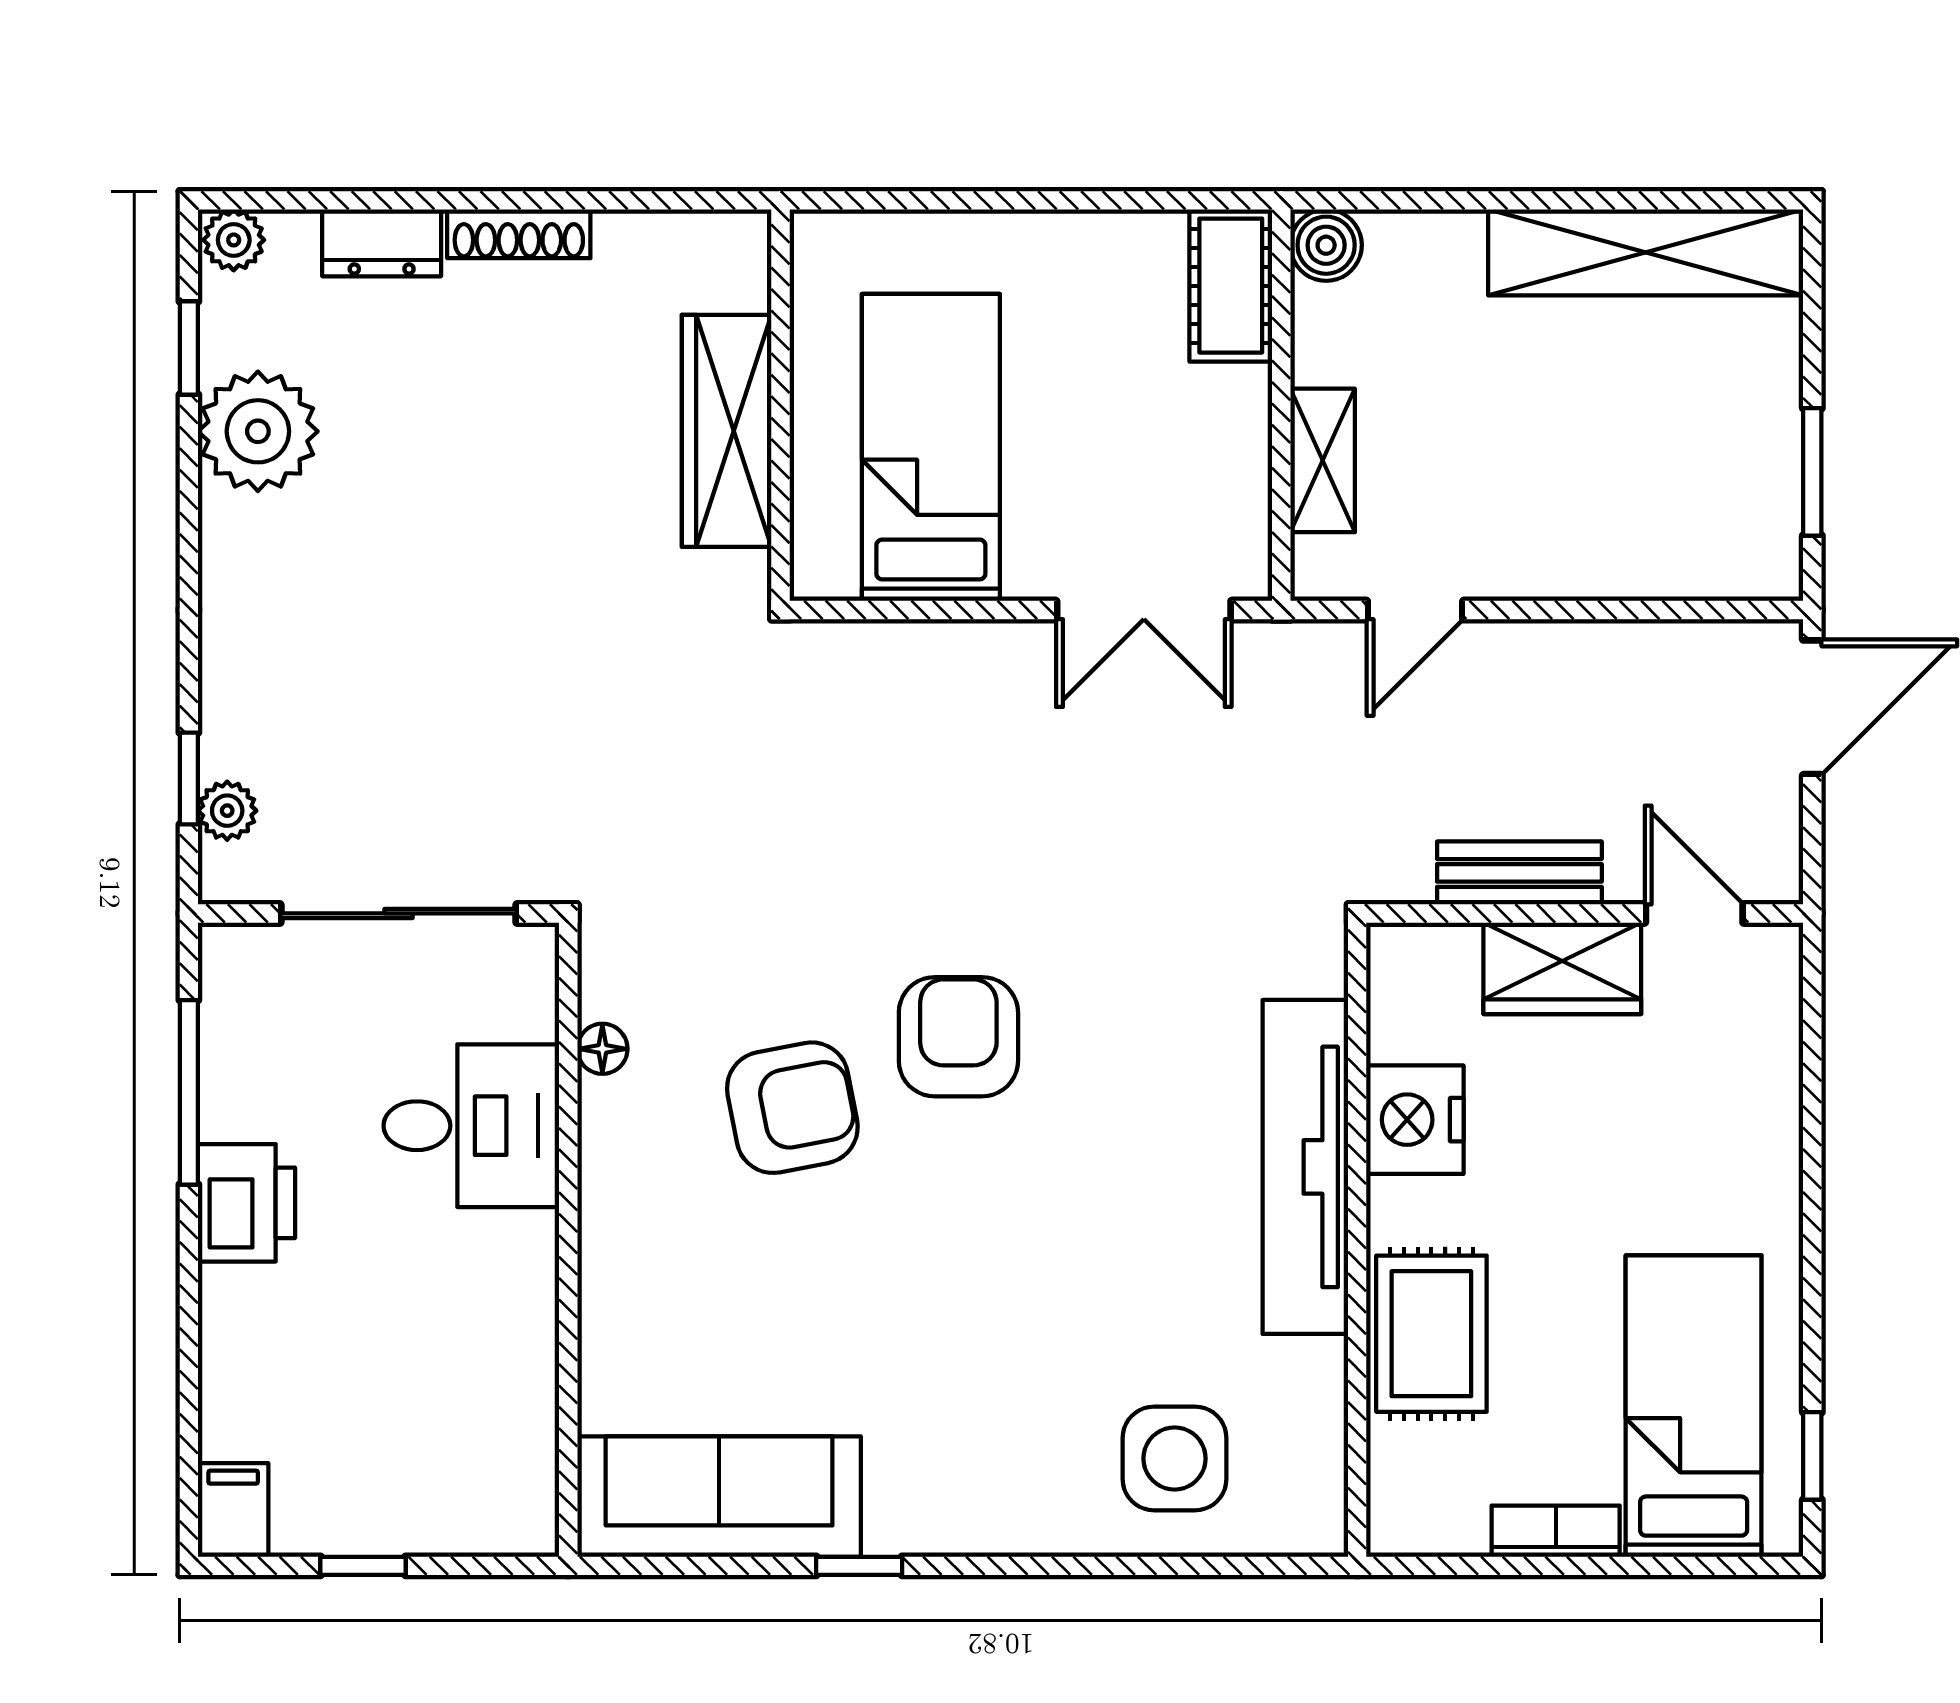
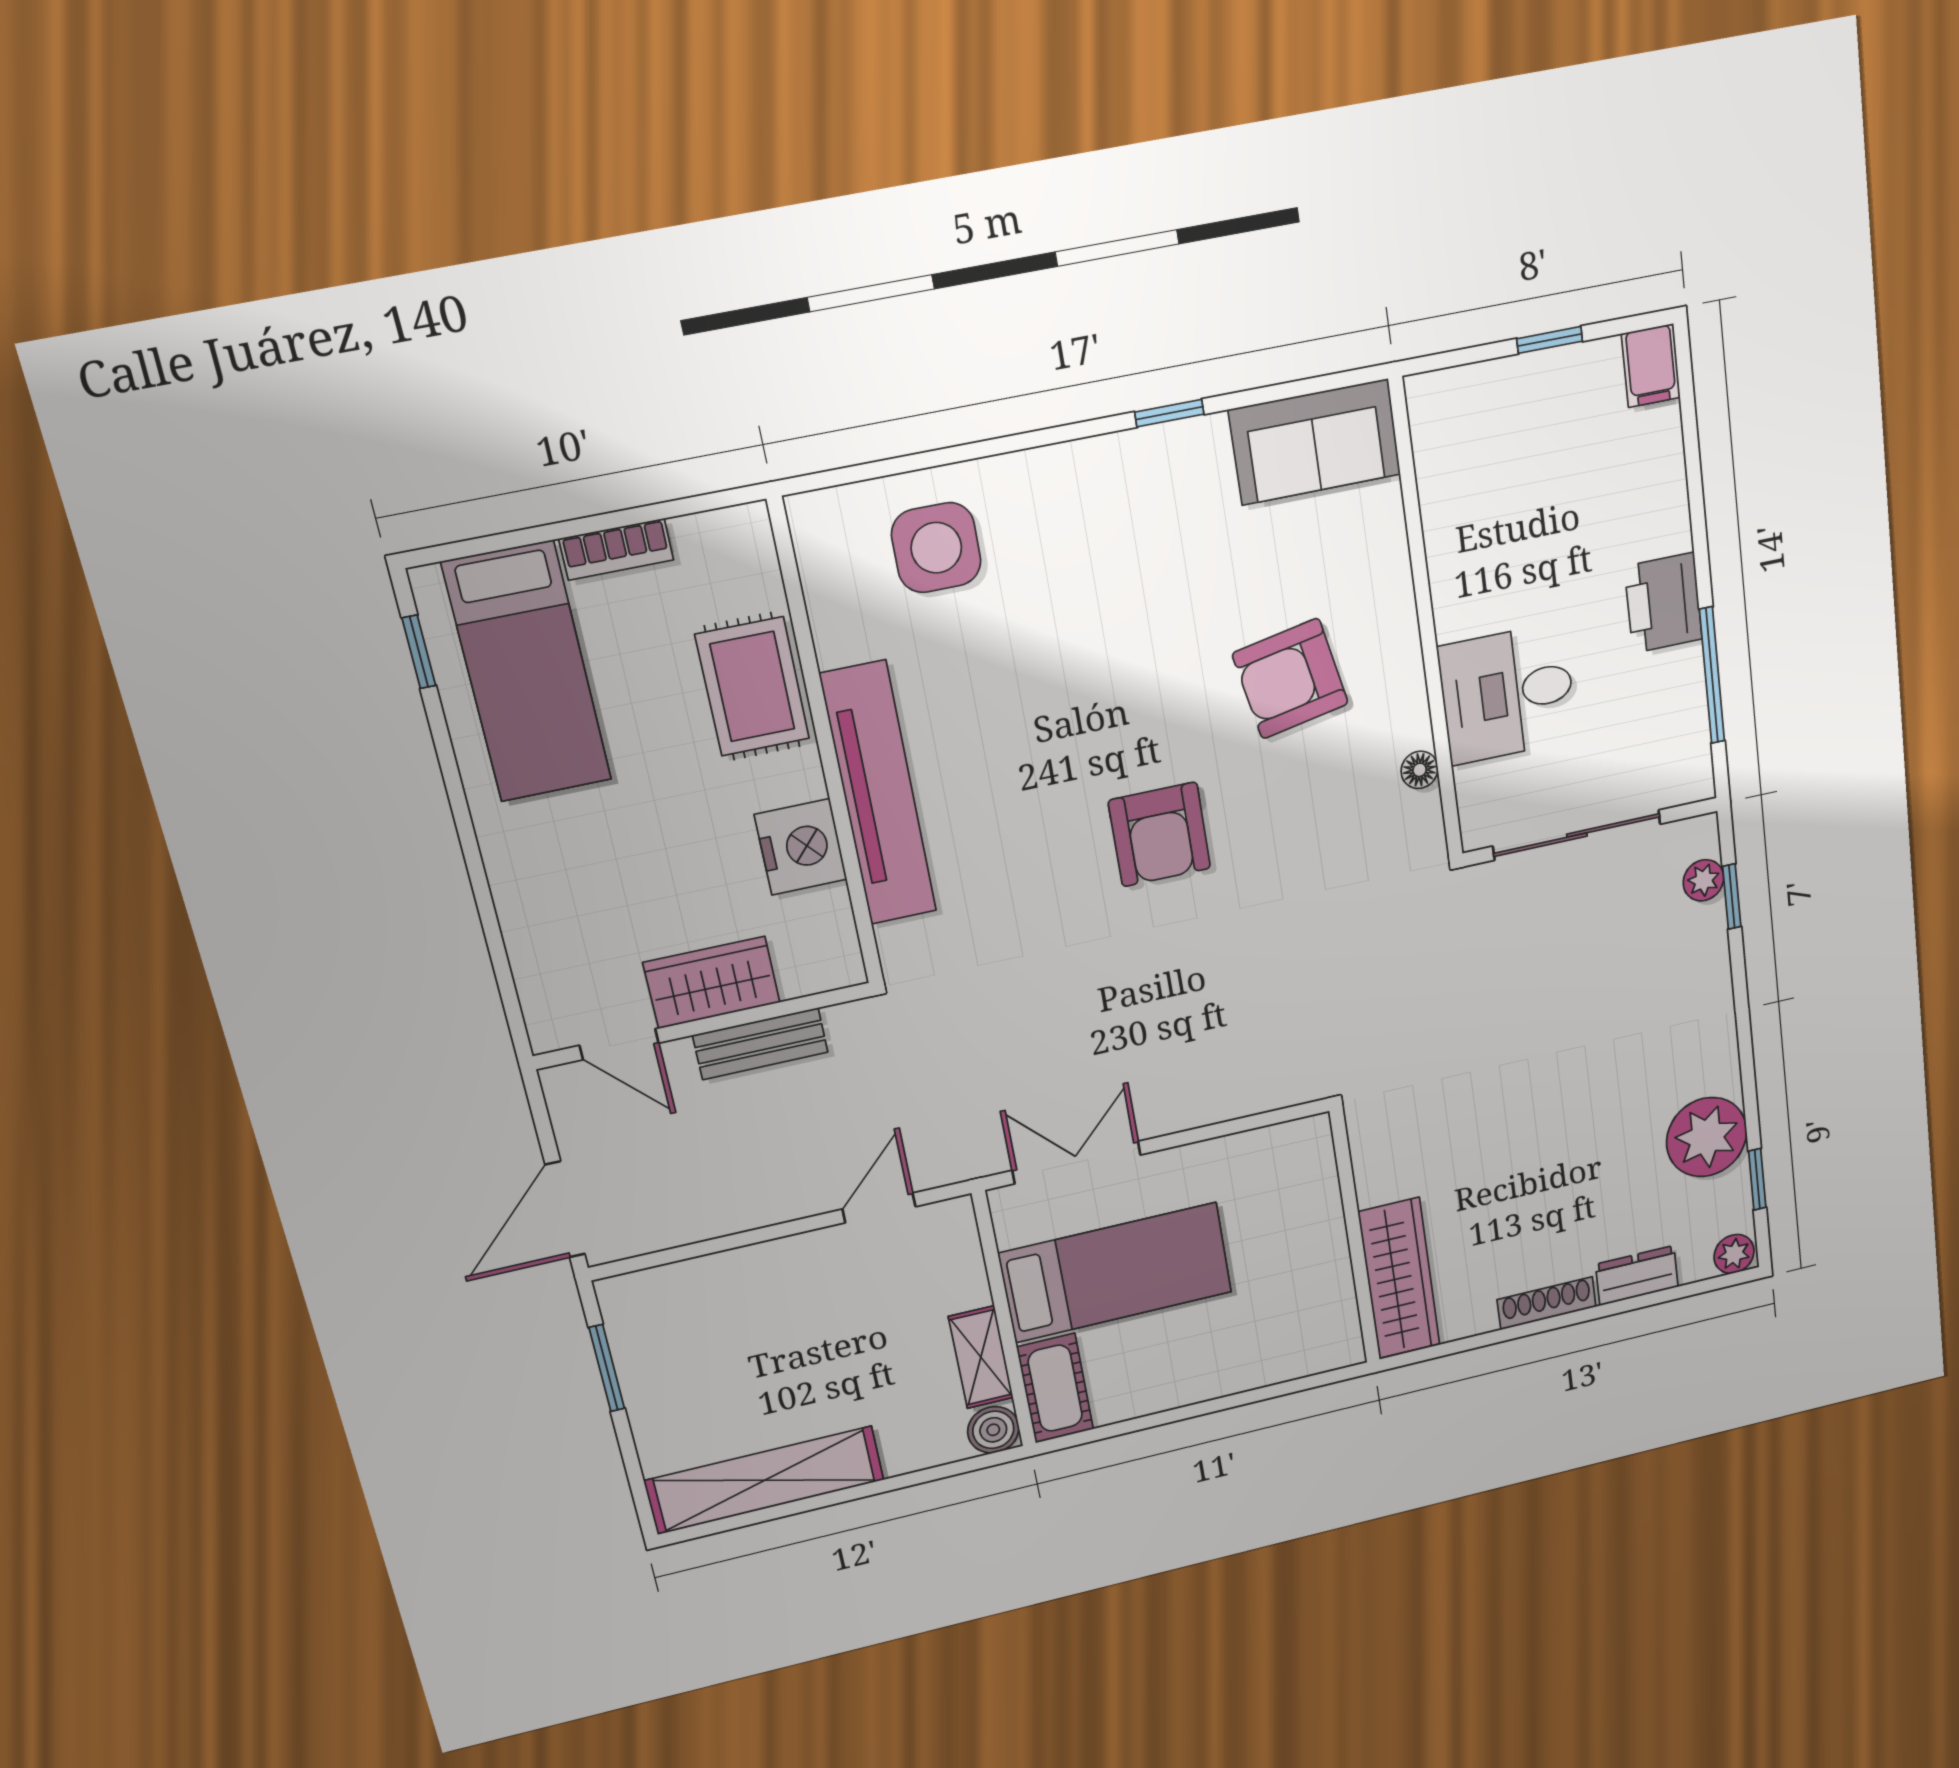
wardrobe: (727, 431) -> (1399, 1278), moved
bed: (931, 447) -> (1116, 1273), moved, turned -90
shelving: (1323, 460) -> (981, 1357), moved
armchair: (792, 1108) -> (1290, 679), moved
sofa: (719, 1497) -> (1315, 442), width x0.73

